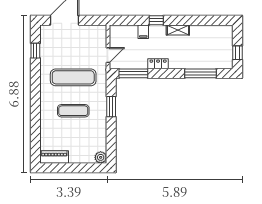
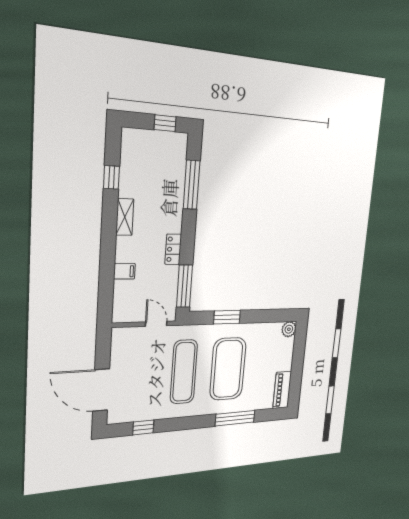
window: (156, 20) -> (111, 177), moved
exercise mat: (73, 111) -> (228, 369), width x2.00, depth x1.45
window: (35, 120) -> (235, 418), added

